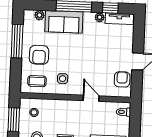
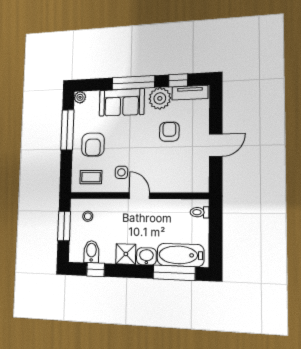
plant: (39, 15) -> (80, 97), moved
plant: (100, 17) -> (160, 98), width x1.87, depth x1.87
armchair: (122, 79) -> (169, 132), moved
door: (91, 98) -> (139, 196), moved

